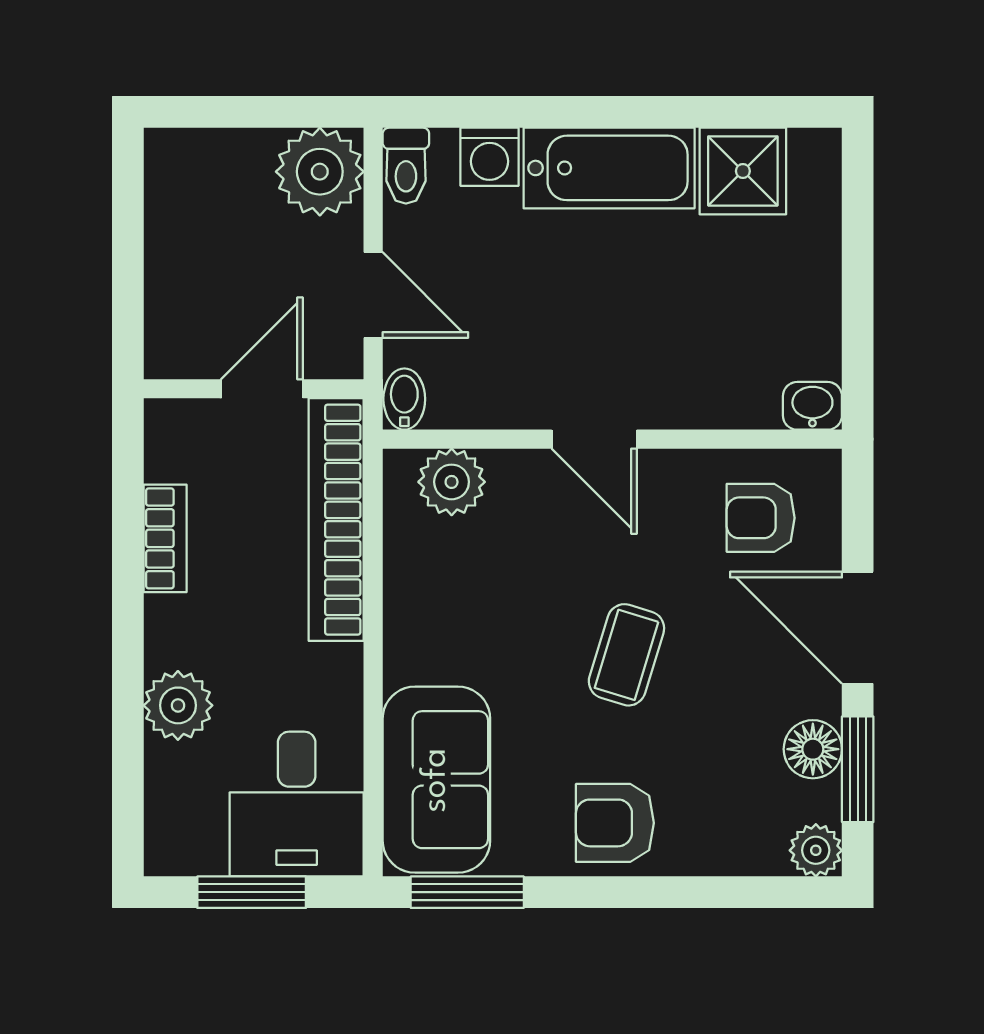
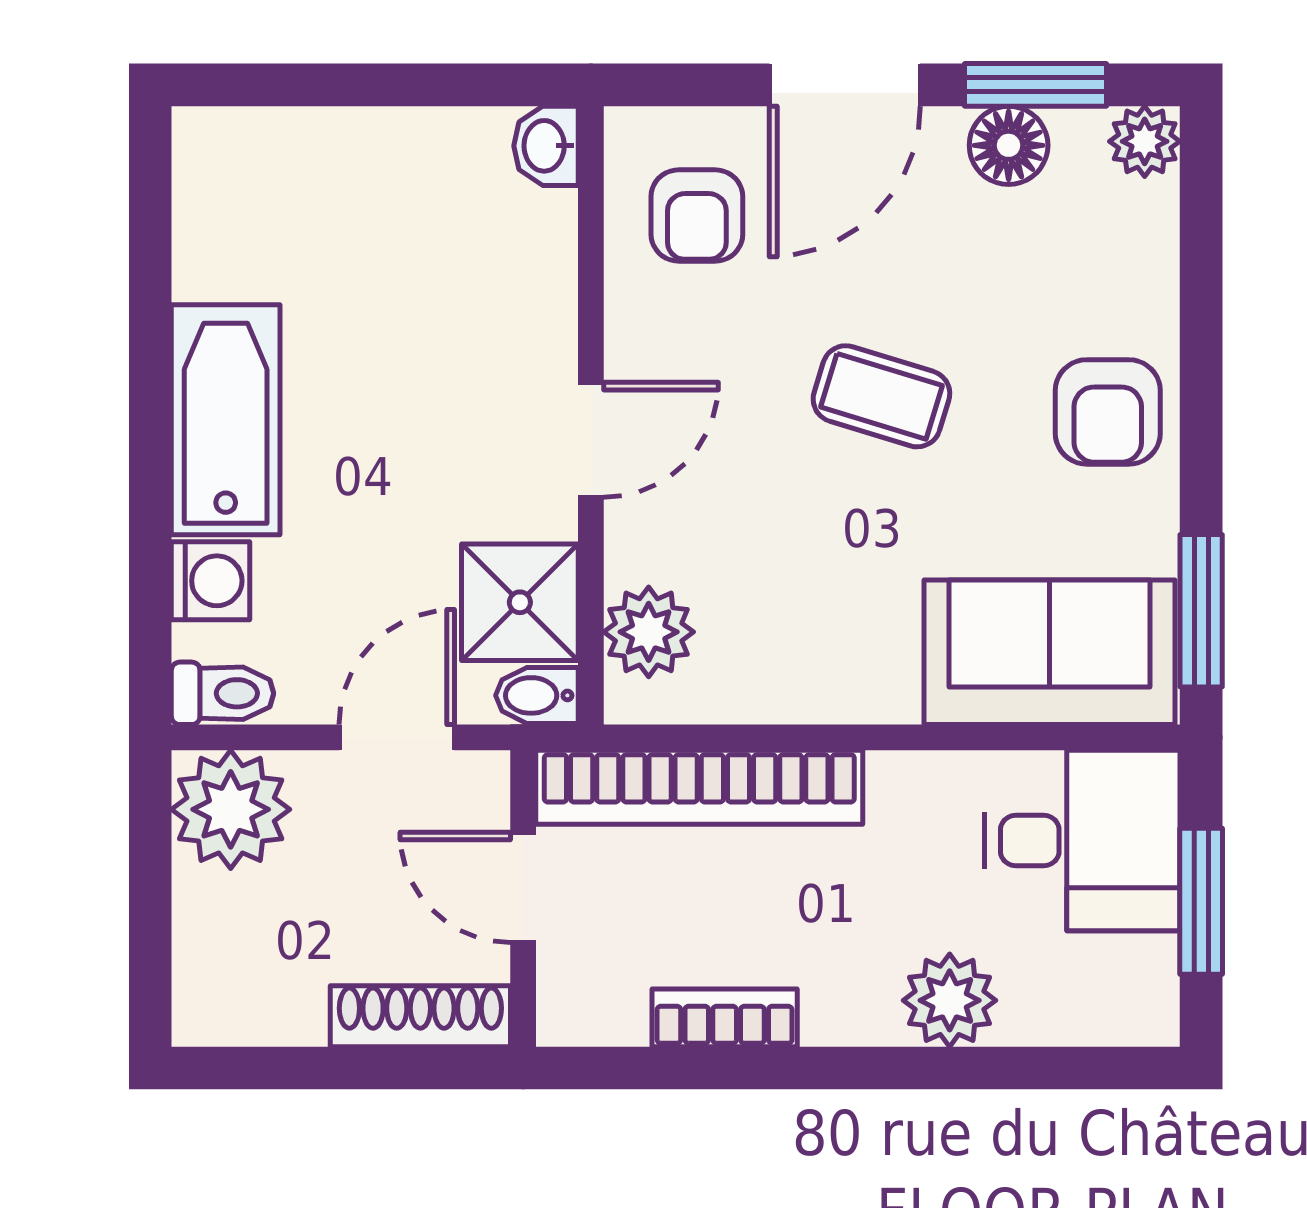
shower: (743, 171) -> (520, 602), moved
shoe rack: (166, 313) -> (420, 1016), added

